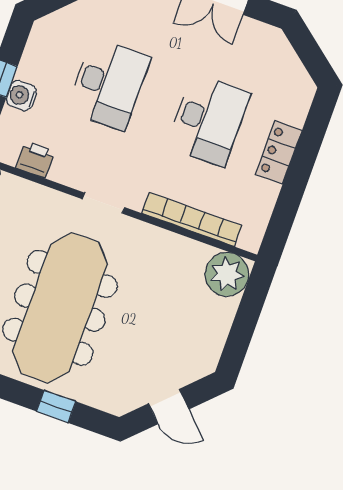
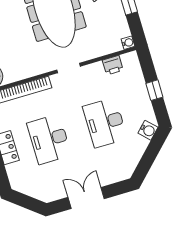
water cooler: (21, 96) -> (148, 130), moved, turned 45

